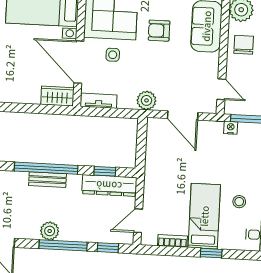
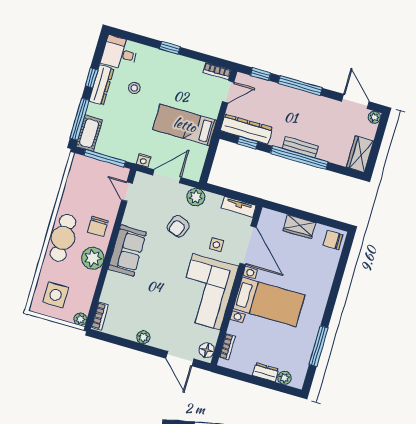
armchair: (159, 31) -> (178, 226), moved, turned 112
wardrobe: (57, 96) -> (300, 227), moved
door: (183, 115) -> (167, 176), hinge flipped
nightstand: (231, 128) -> (144, 160), moved
bed: (204, 216) -> (185, 125), moved, turned 90
plant: (50, 231) -> (309, 101), removed
bookcase: (172, 241) -> (217, 71), moved

